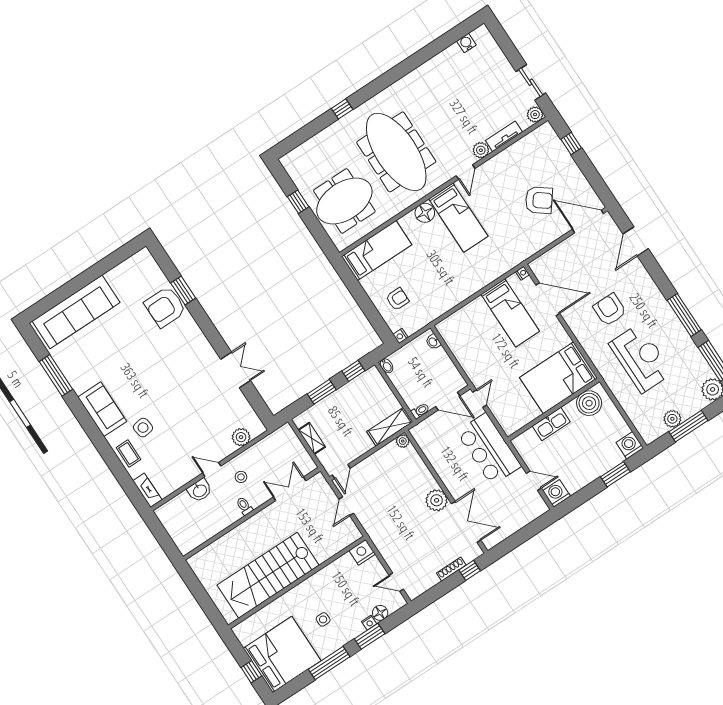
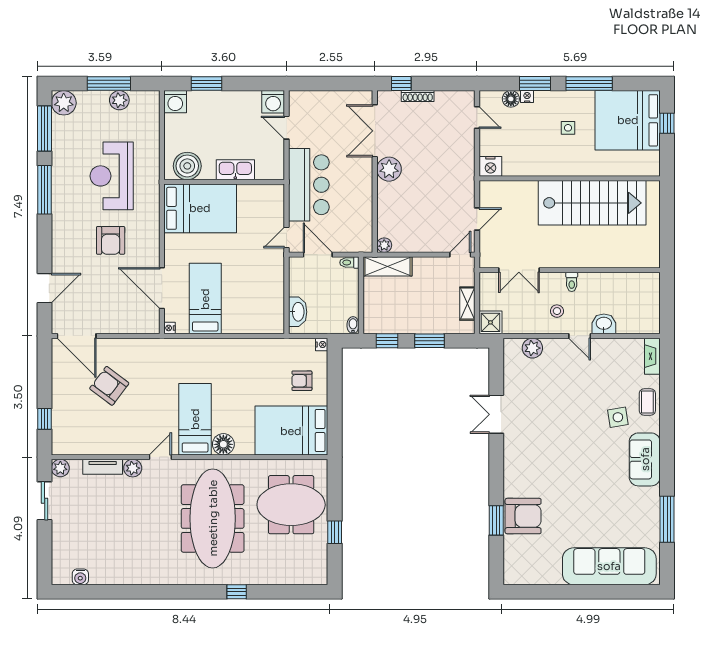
bed: (377, 250) -> (291, 431), width x1.50
washbasin: (433, 342) -> (298, 312), width x1.91, depth x1.45
shower: (285, 436) -> (490, 322), added

